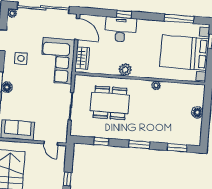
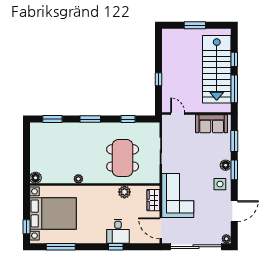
desk: (120, 30) -> (118, 231), width x0.73
side table: (21, 58) -> (220, 184), moved
plant: (125, 70) -> (124, 192), moved
dining table: (110, 103) -> (123, 158), turned 90
floor lamp: (197, 112) -> (35, 178), moved

